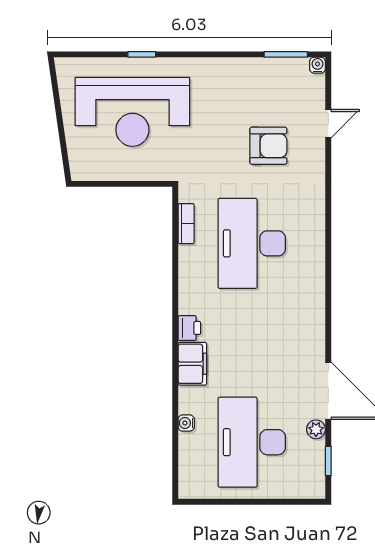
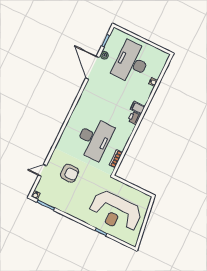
reception desk: (132, 112) -> (115, 212), turned 180
armchair: (268, 146) -> (70, 173), turned 180
filing cabinet: (192, 364) -> (138, 108), width x0.50
desk: (252, 442) -> (132, 62), turned 180

